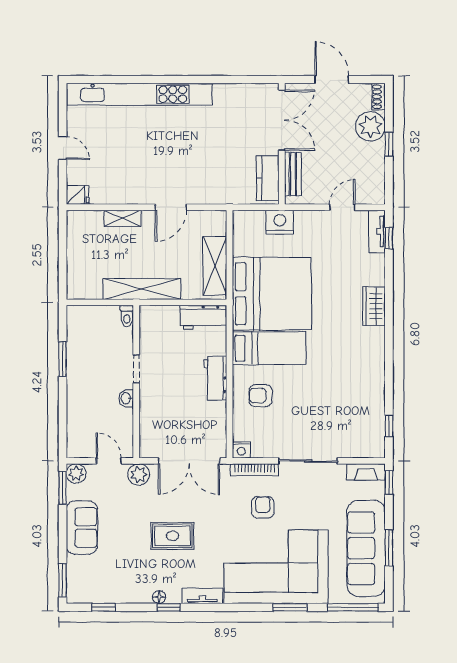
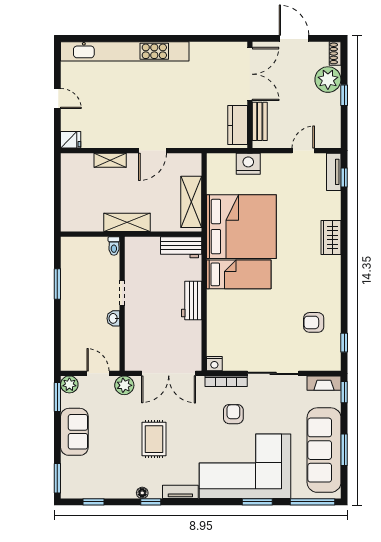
shelving: (142, 289) -> (127, 222), width x0.68
armchair: (261, 396) -> (314, 322), moved
rug: (172, 536) -> (154, 439), turned 90

